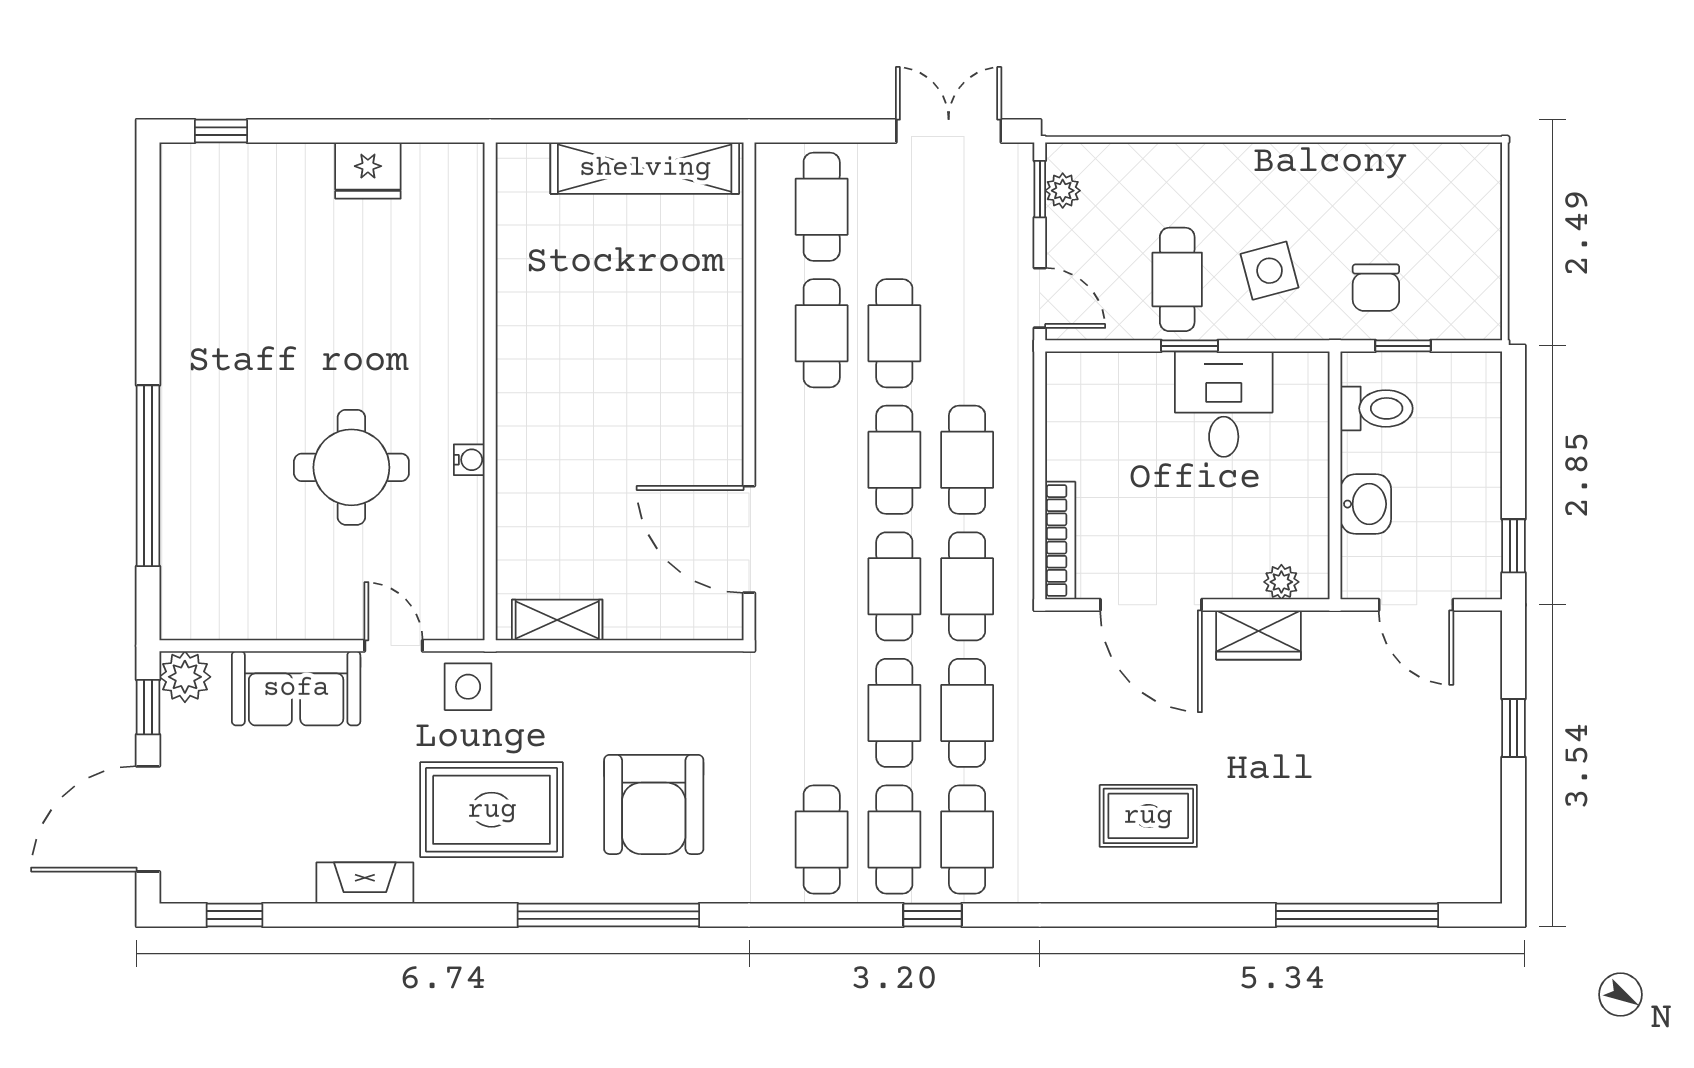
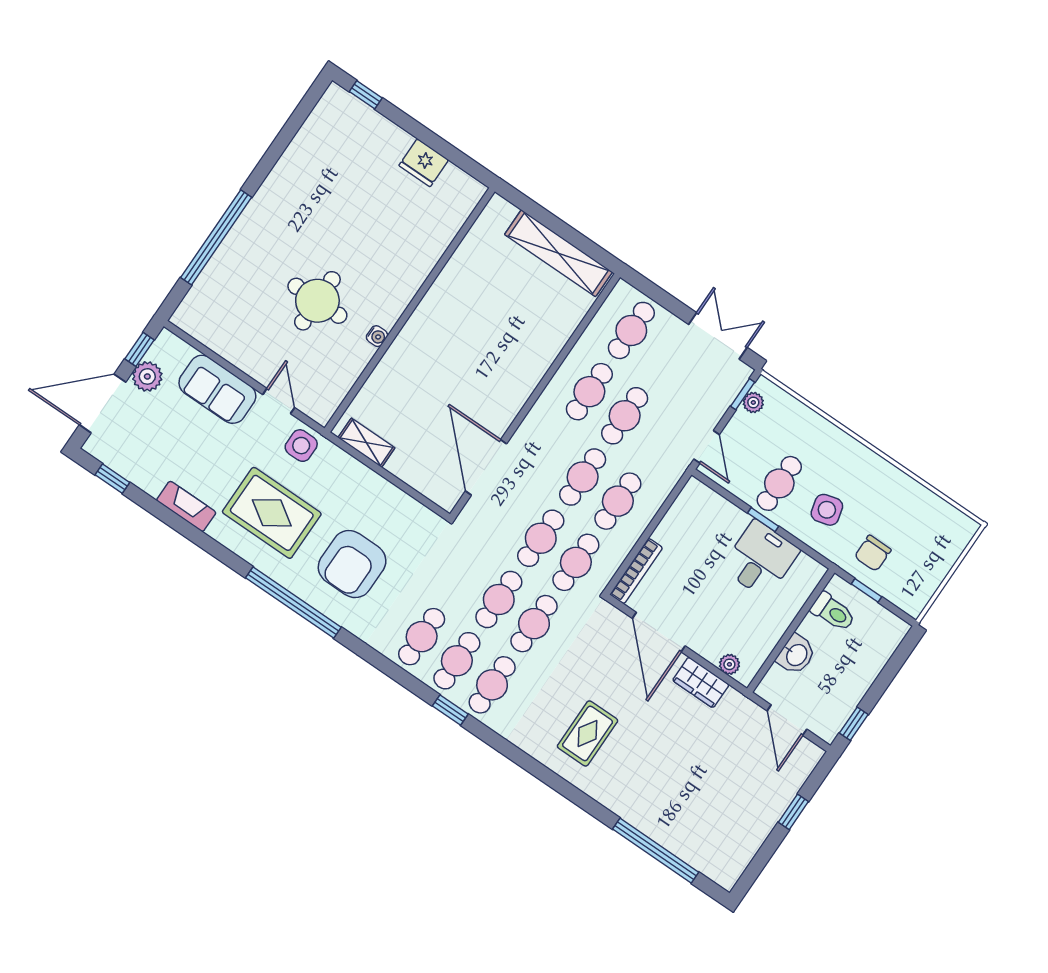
plant: (185, 677) -> (147, 376), moved
rug: (1148, 816) -> (588, 733), turned 90

